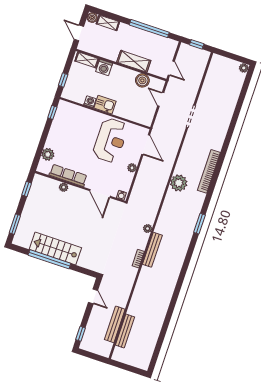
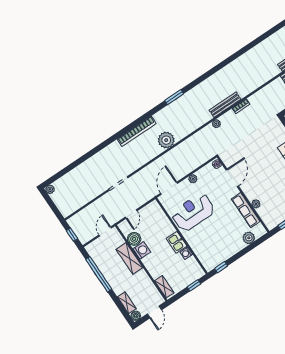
washing machine: (104, 67) -> (142, 250), moved

